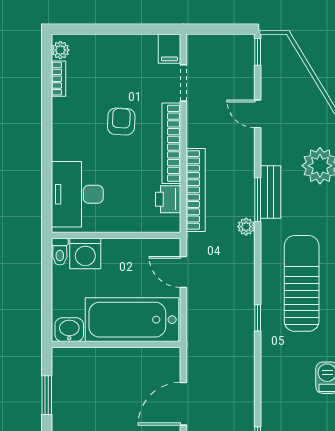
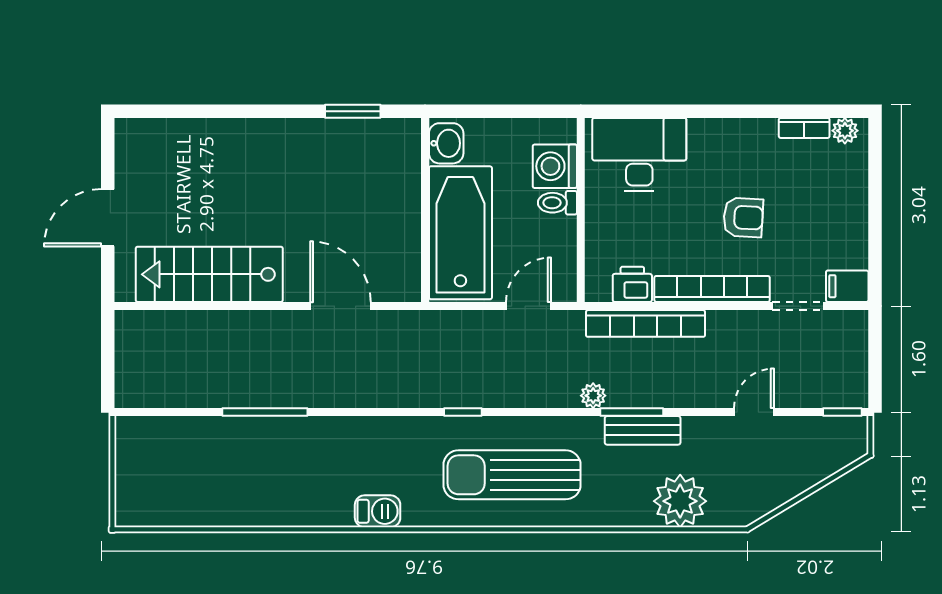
toilet: (60, 252) -> (557, 203), moved
sun lounger: (302, 283) -> (512, 475), turned 180

